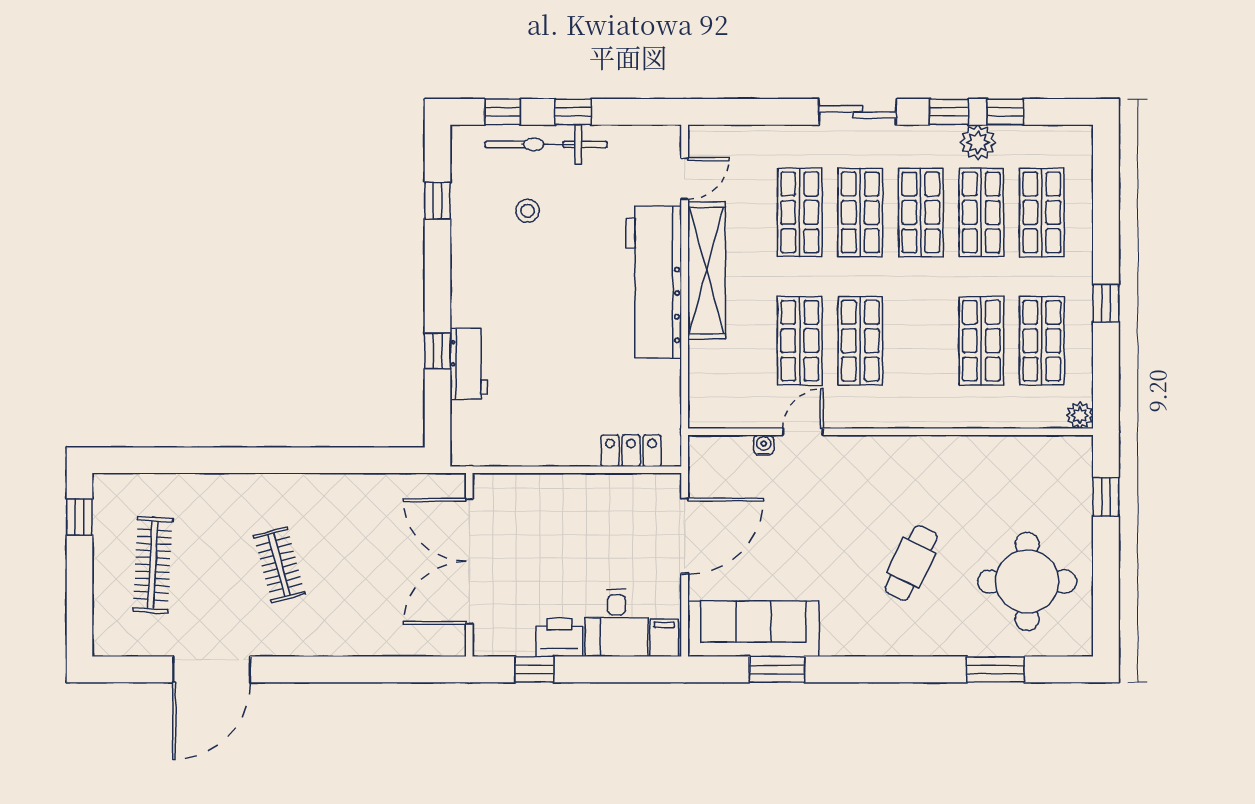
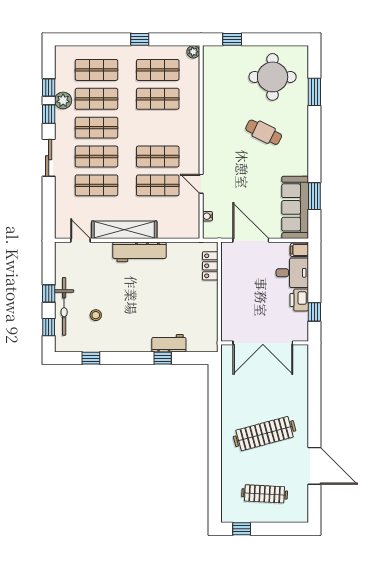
workbench: (654, 282) -> (139, 252), width x0.73, depth x0.76
water cooler: (764, 445) -> (208, 216), moved
clothes rail: (279, 565) -> (265, 434), width x1.86, depth x1.31

